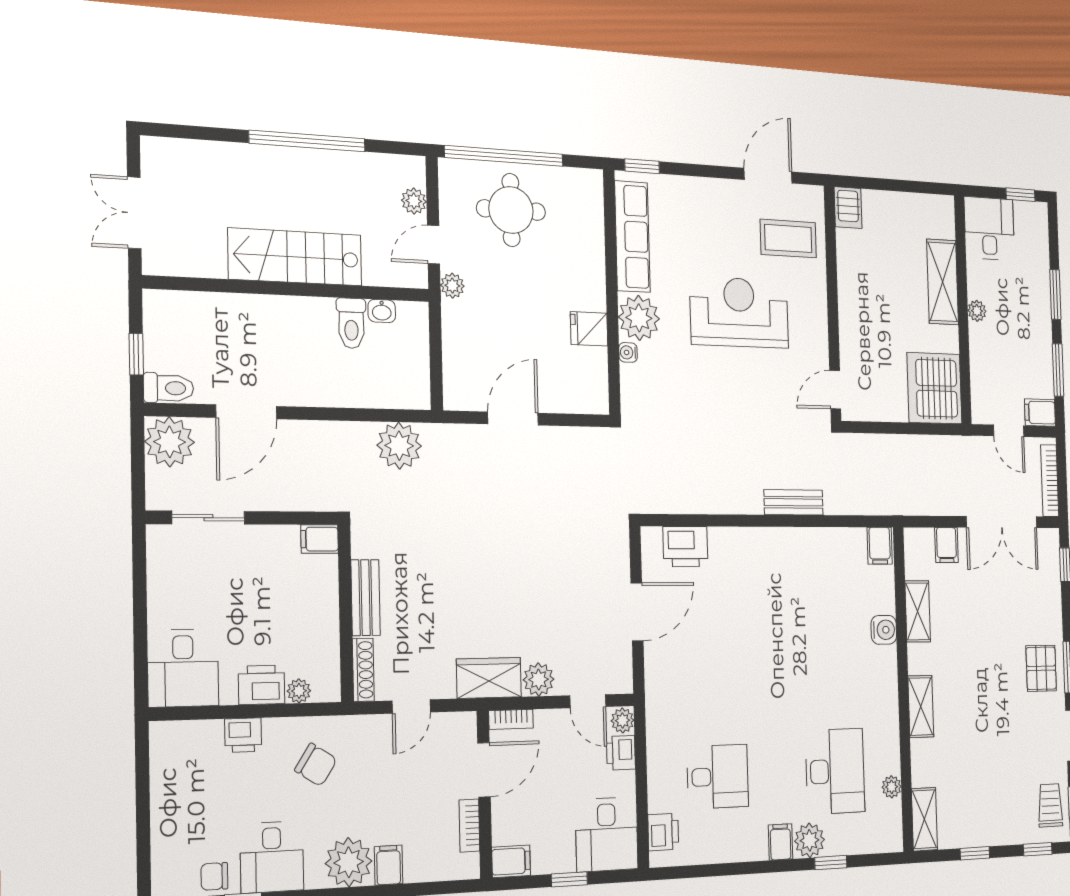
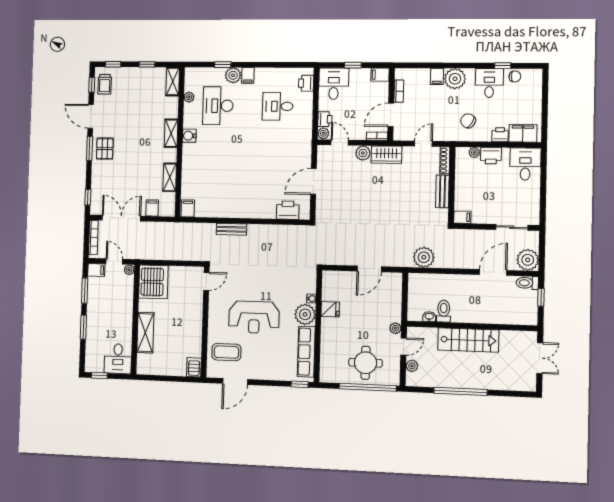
plant: (977, 311) -> (129, 270), moved
water cooler: (884, 630) -> (189, 136), moved
filing cabinet: (191, 741) -> (523, 133), added

